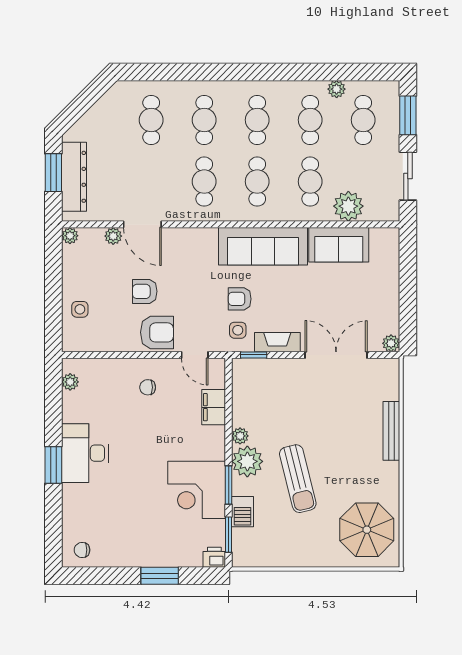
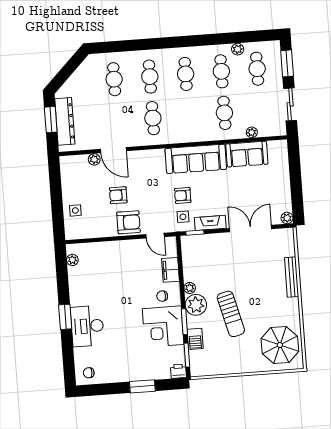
cafe table: (257, 182) -> (189, 115), removed
plant: (348, 206) -> (252, 132), width x0.53, depth x0.53
plant: (70, 236) -> (65, 161), removed
chair: (148, 387) -> (162, 296), moved
desk: (85, 453) -> (87, 326), moved

